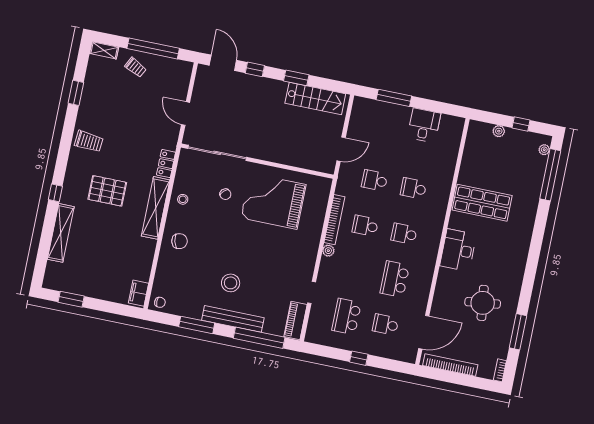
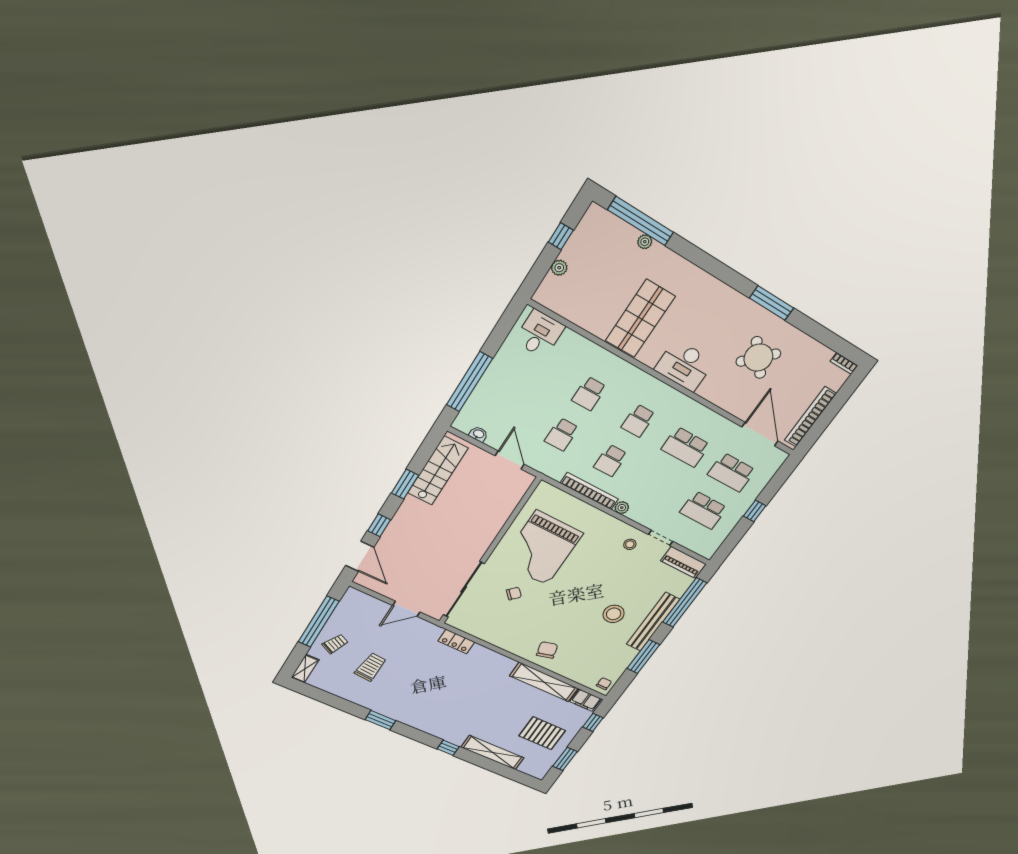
door: (223, 63) -> (360, 556), swing flipped
window: (76, 93) -> (380, 720), moved
window: (394, 98) -> (469, 382), width x1.46
washbasin: (355, 119) -> (478, 434), added
desk: (424, 125) -> (539, 334), moved, turned 90
trolley: (89, 141) -> (371, 667), moved
plant: (544, 150) -> (645, 242), moved
pallet: (107, 191) -> (542, 733), moved, turned 90
stool: (183, 199) -> (630, 544), moved
shelving: (156, 208) -> (544, 682), moved
round table: (483, 303) -> (758, 358), turned -36
window: (117, 309) -> (593, 722), added
school desk: (385, 325) -> (732, 472), width x1.85
window: (518, 332) -> (772, 303), moved

